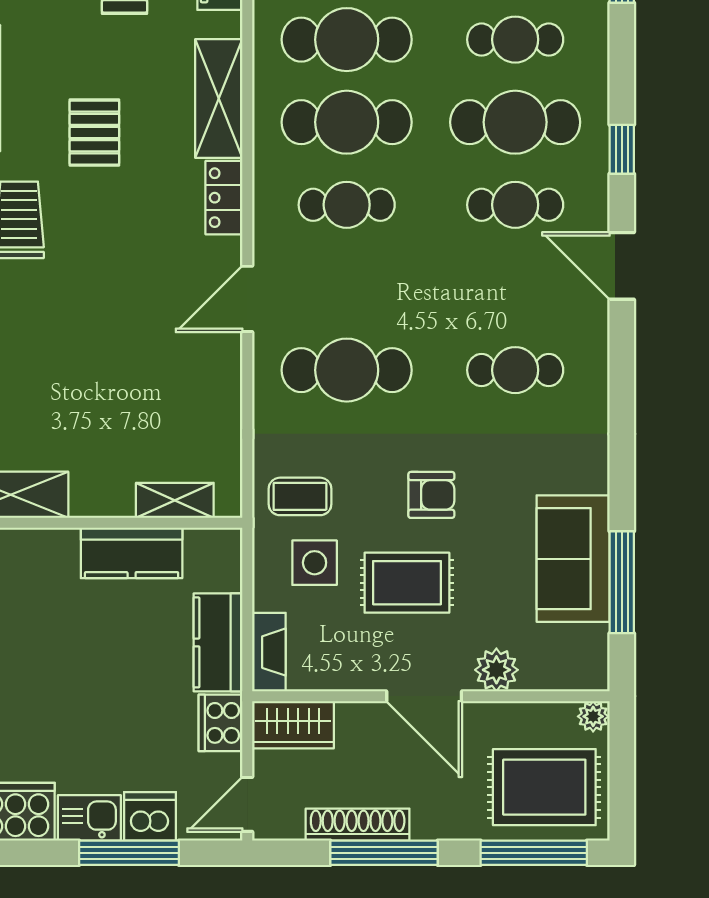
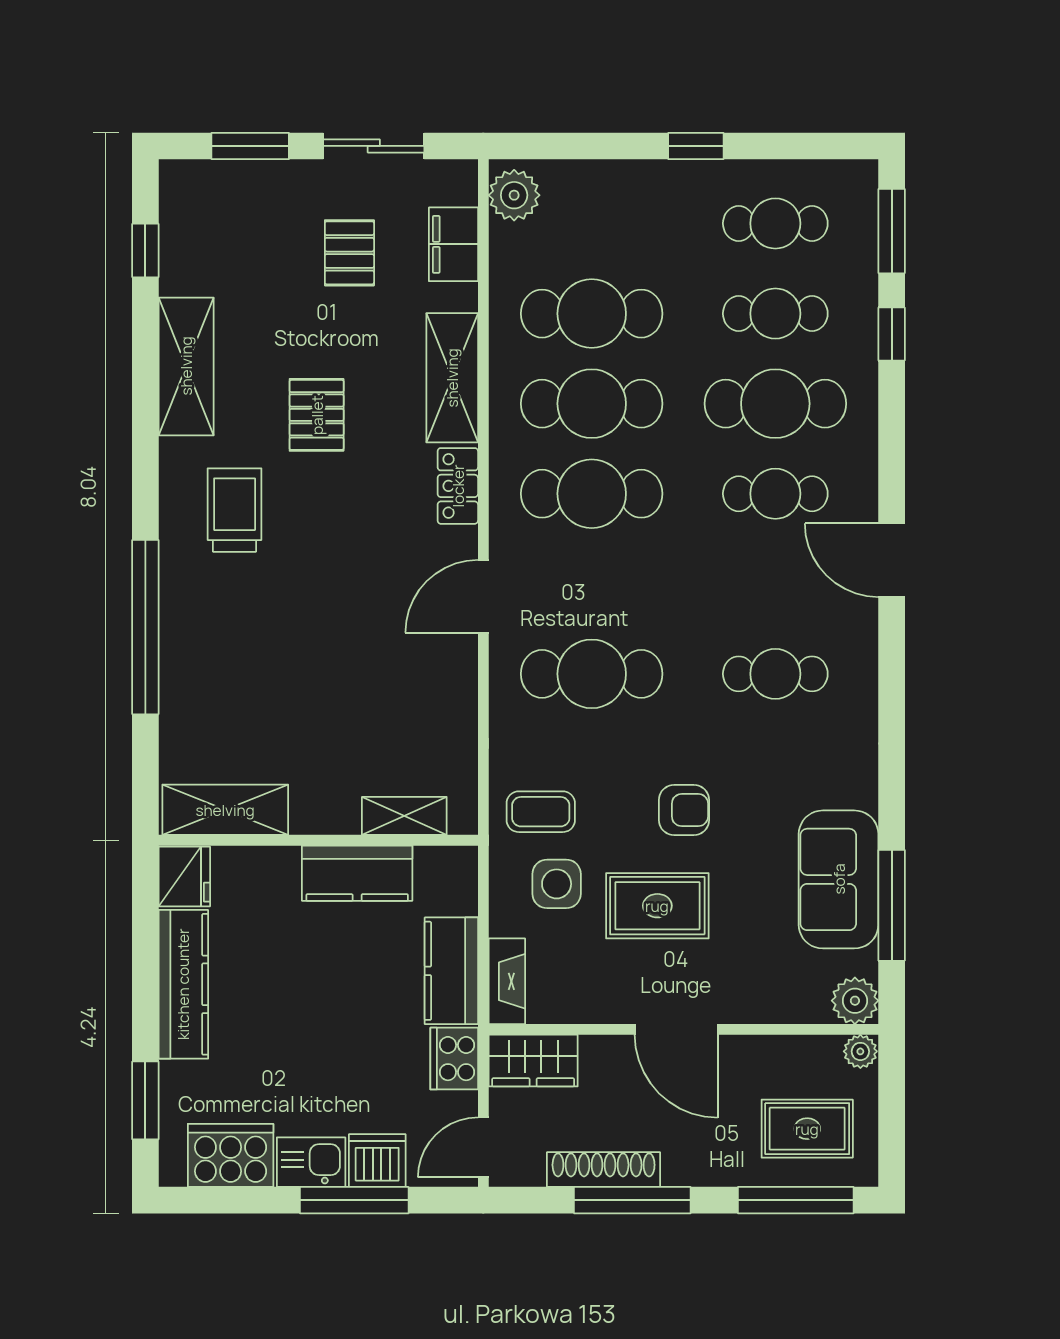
window: (622, 149) -> (892, 334), moved
cafe table: (347, 205) -> (592, 494), width x1.37, depth x1.35
plant: (496, 670) -> (855, 1001), moved
rug: (544, 787) -> (807, 1129), width x0.73, depth x0.70

